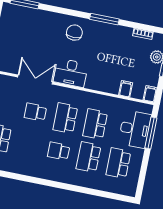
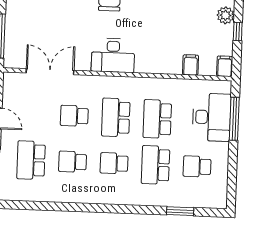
double door: (35, 80) -> (50, 72), moved
school desk: (29, 145) -> (73, 162), added
school desk: (118, 163) -> (197, 166), width x0.54
window: (101, 193) -> (180, 211), added

